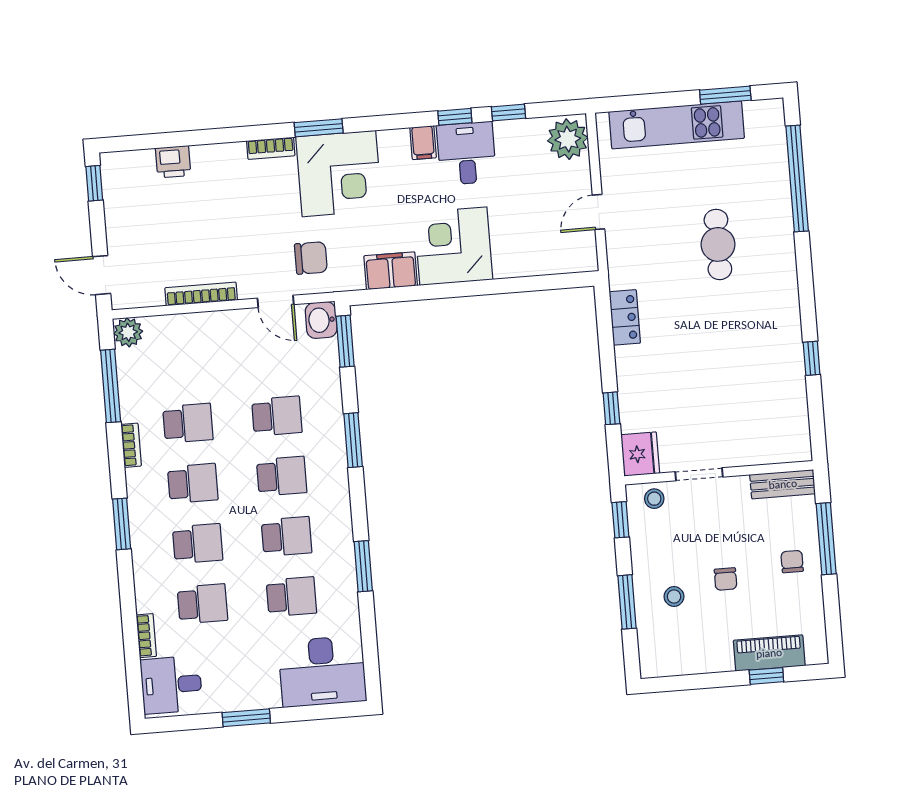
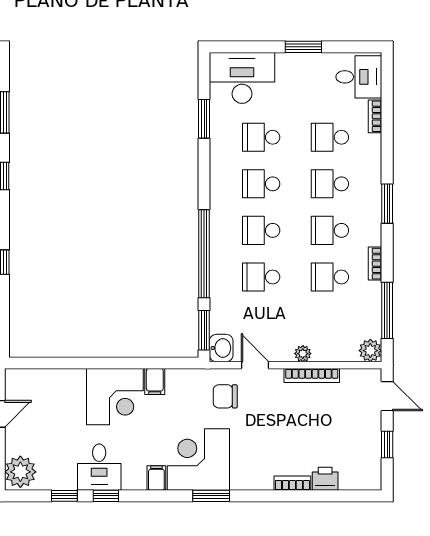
filing cabinet: (423, 143) -> (156, 478), moved
bookcase: (271, 148) -> (292, 483), moved
window: (94, 183) -> (387, 444), moved
filing cabinet: (391, 271) -> (155, 382), width x0.50
plant: (215, 321) -> (303, 354), added
window: (353, 440) -> (204, 254), width x2.11
window: (363, 566) -> (204, 119), moved

